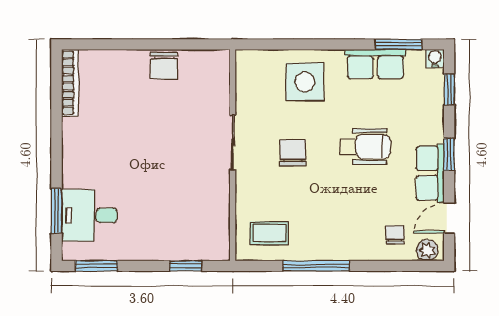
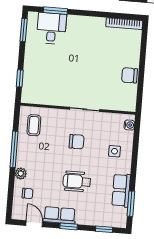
water cooler: (435, 59) -> (129, 125), moved
side table: (305, 82) -> (115, 151), width x0.54, depth x0.54
wheelchair: (366, 147) -> (77, 181), turned 90
plant: (427, 250) -> (21, 173), moved

